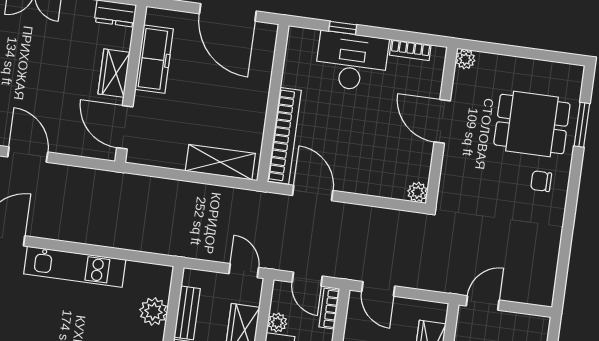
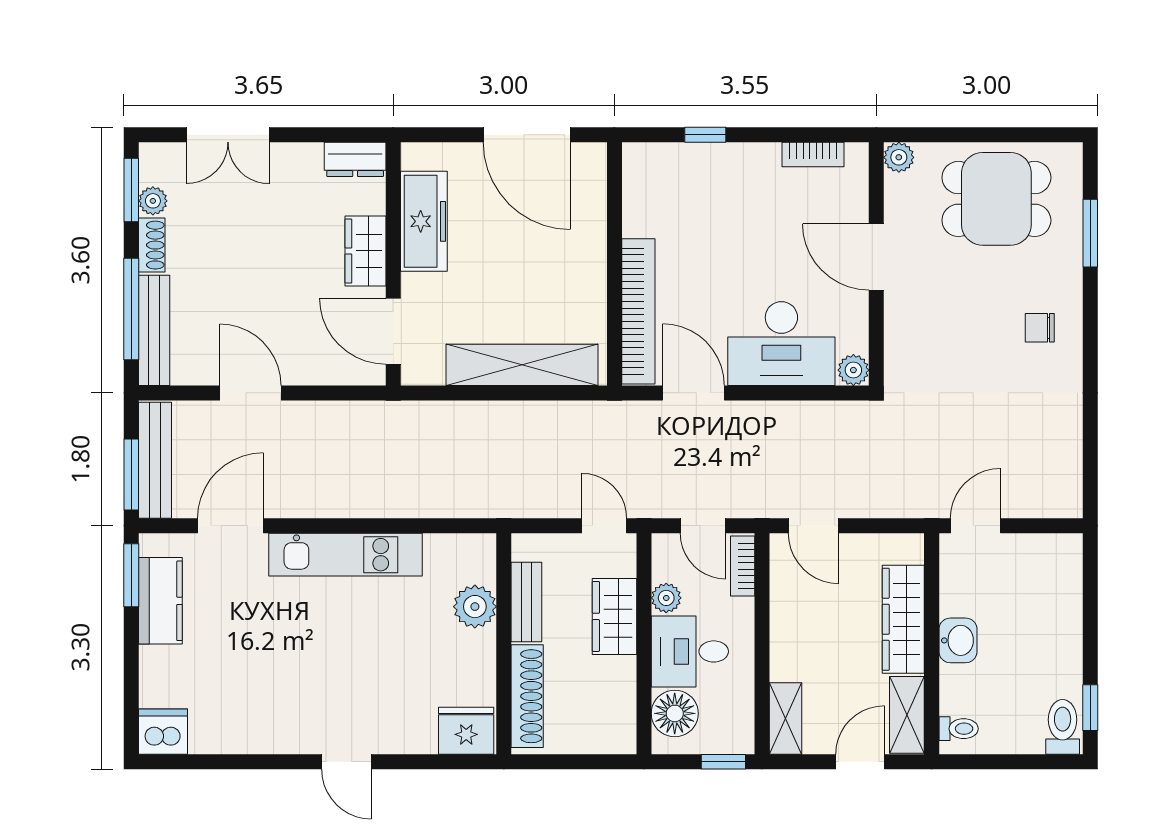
desk: (352, 61) -> (781, 344), moved, turned 180
dining table: (532, 124) -> (996, 199), moved
shelving: (220, 162) -> (522, 365), width x1.47

